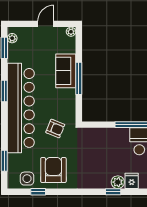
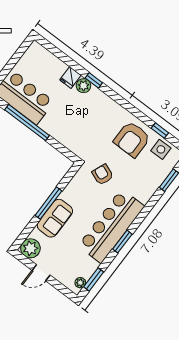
plant: (71, 32) -> (30, 248), width x1.88, depth x1.88
bar counter: (21, 108) -> (111, 226), width x0.73

